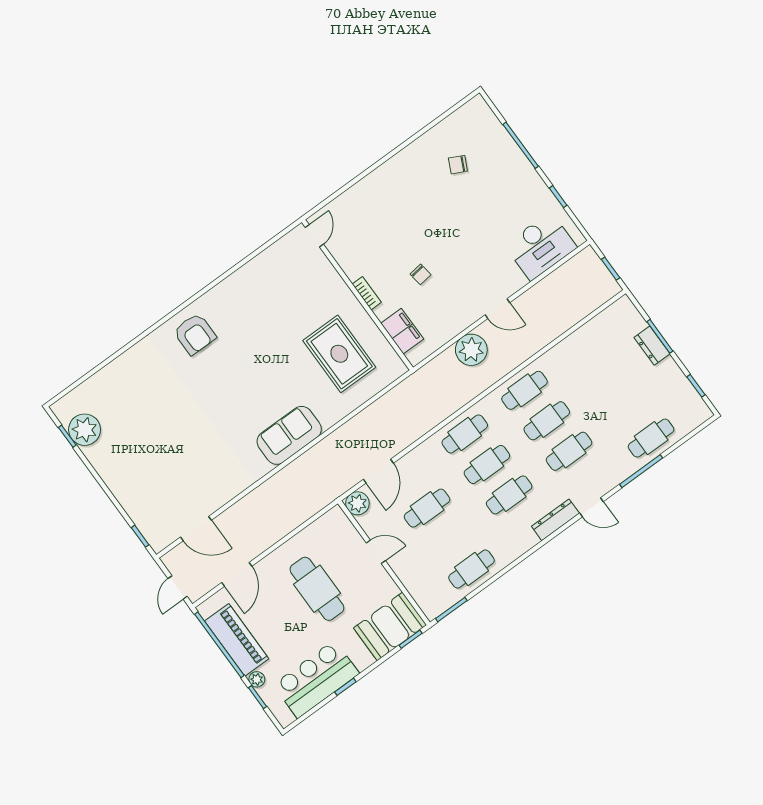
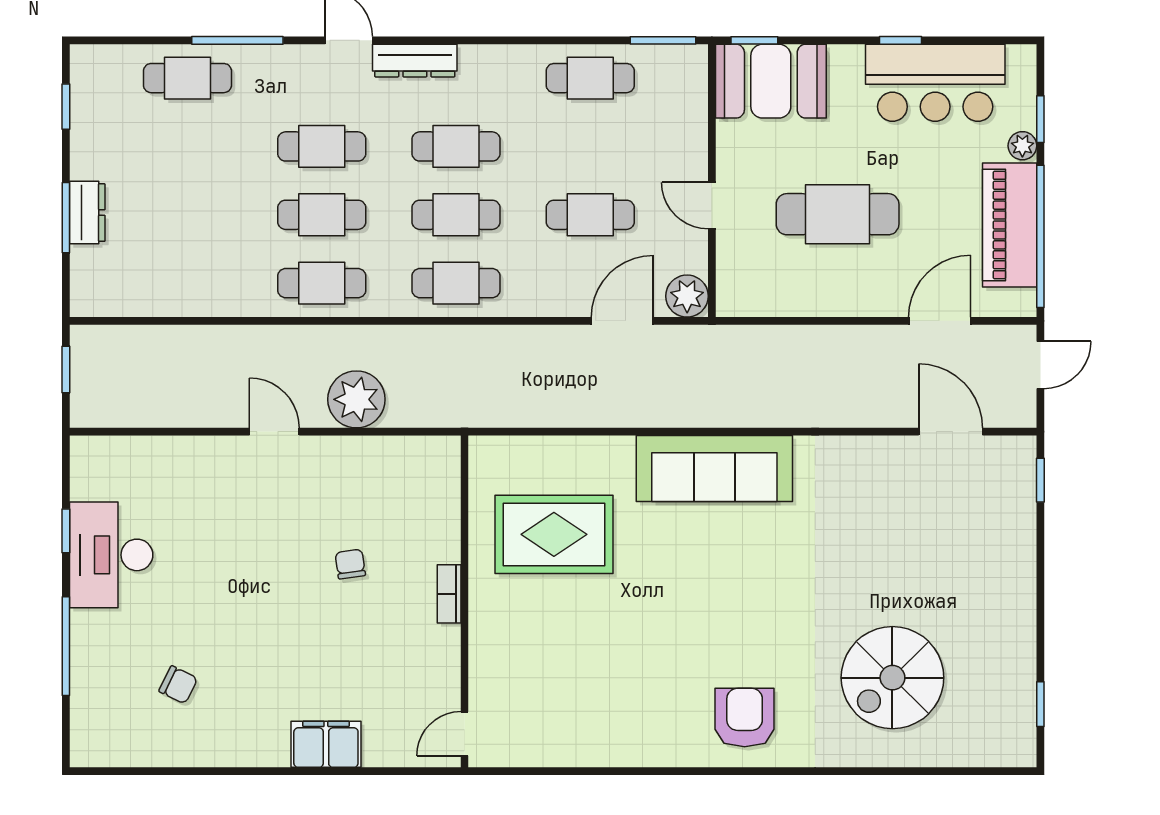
desk: (541, 246) -> (111, 555), moved, turned -90
filing cabinet: (402, 331) -> (326, 744), moved, turned 90
rug: (339, 354) -> (554, 534), turned 90
spiral stairs: (142, 400) -> (892, 678), added
plant: (85, 430) -> (1008, 695), removed
sofa: (289, 435) -> (714, 468), width x1.36
cafe table: (317, 589) -> (838, 214), turned 90

